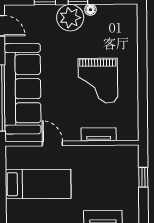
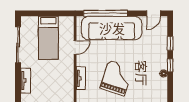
plant: (70, 18) -> (158, 60), removed
grand piano: (98, 81) -> (117, 78), turned 108

